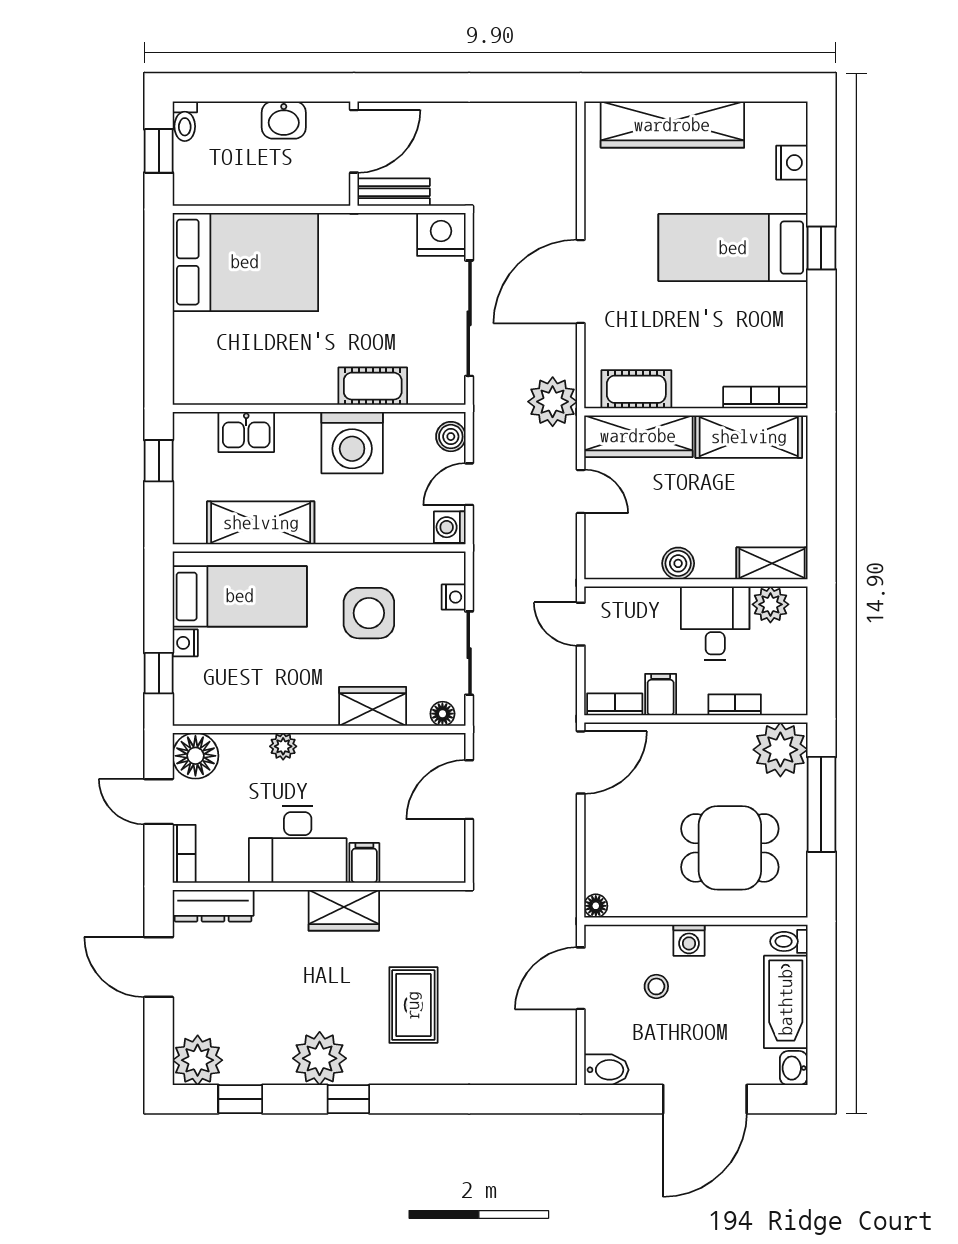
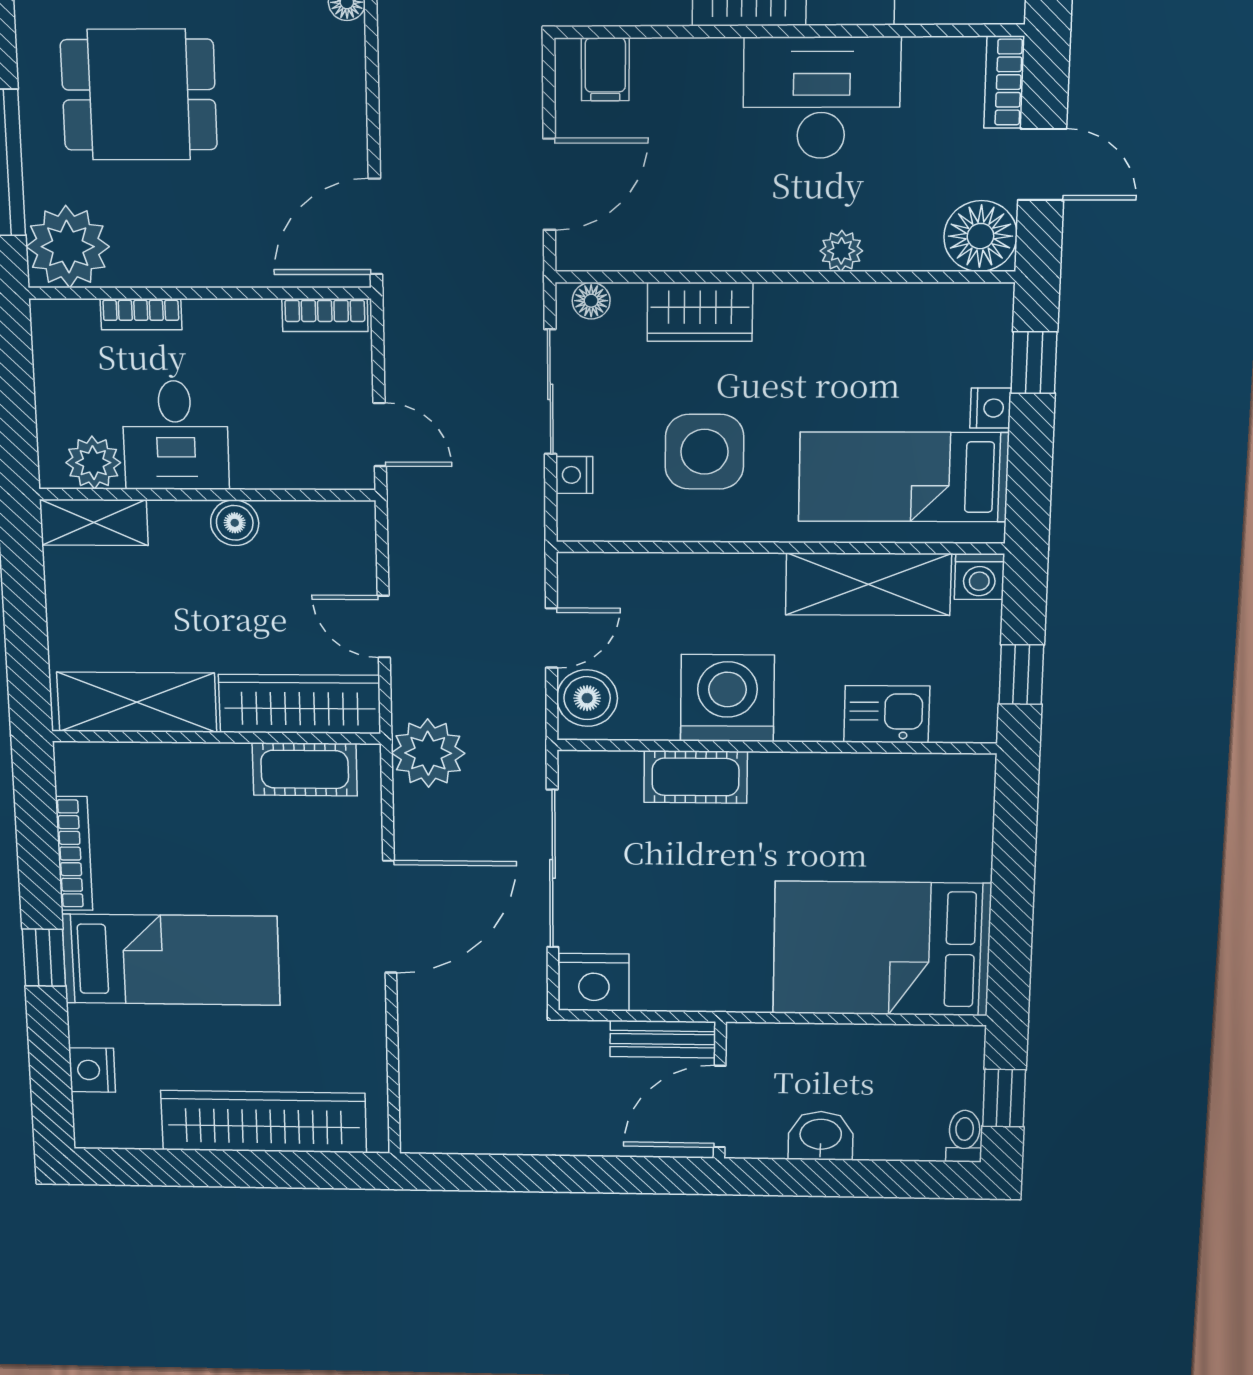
bookcase: (765, 398) -> (74, 854), moved, turned -90
boiler: (451, 437) -> (587, 698), width x1.36, depth x1.36
washing machine: (450, 527) -> (979, 577), moved, turned 90
filing cabinet: (661, 695) -> (255, 330), removed
filing cabinet: (364, 863) -> (605, 69), moved

